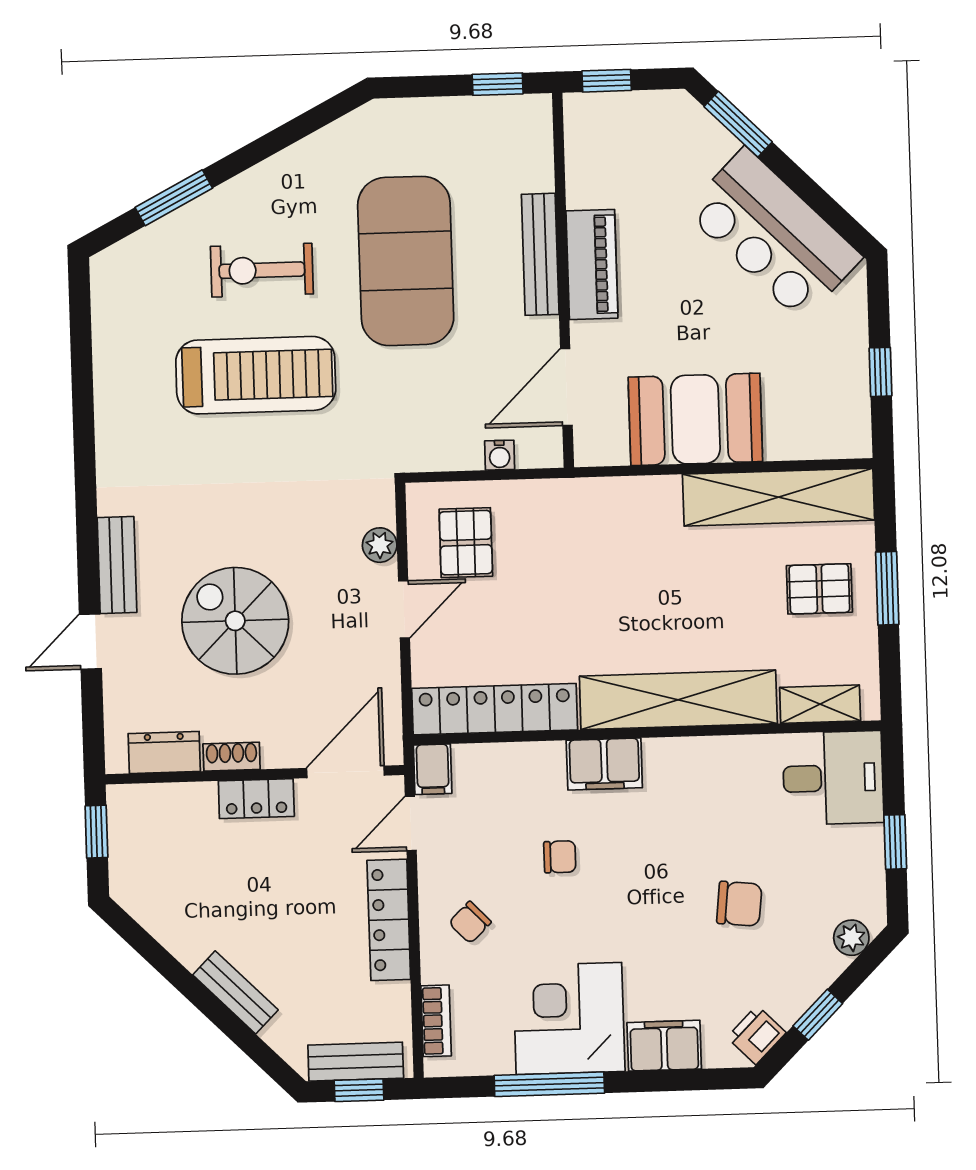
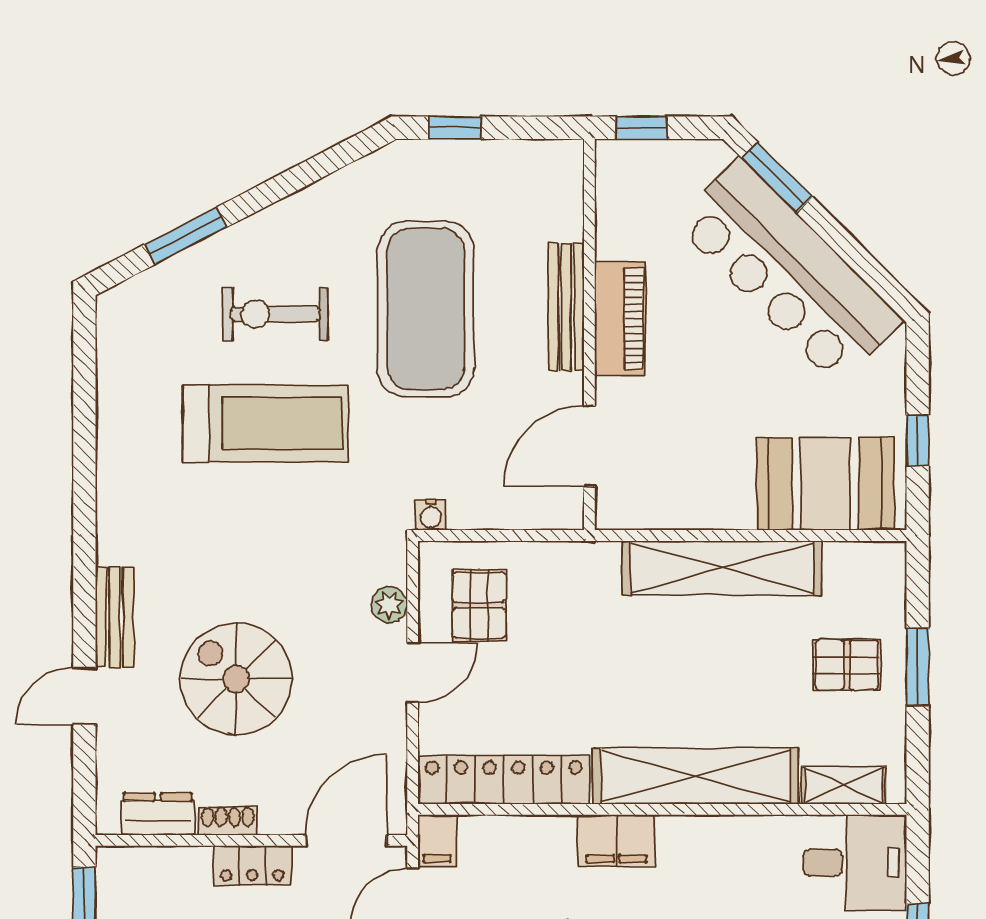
window: (498, 84) -> (455, 128), moved
bar counter: (773, 234) -> (788, 271), width x1.36
booth: (695, 419) -> (825, 484), moved
water cooler: (500, 455) -> (431, 515), moved
shelving: (778, 497) -> (722, 568), moved

